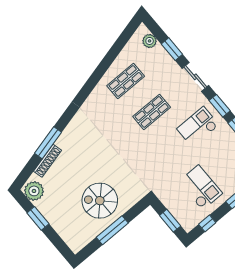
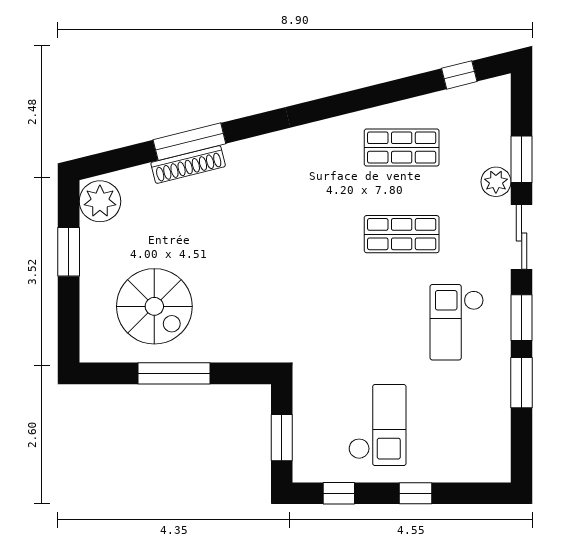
window: (124, 38) -> (459, 75), added
plant: (150, 41) -> (496, 182), moved
checkout: (198, 127) -> (457, 322), turned -90
shoe rack: (48, 161) -> (188, 164), moved
spiral stairs: (100, 201) -> (154, 306), moved, turned 180

